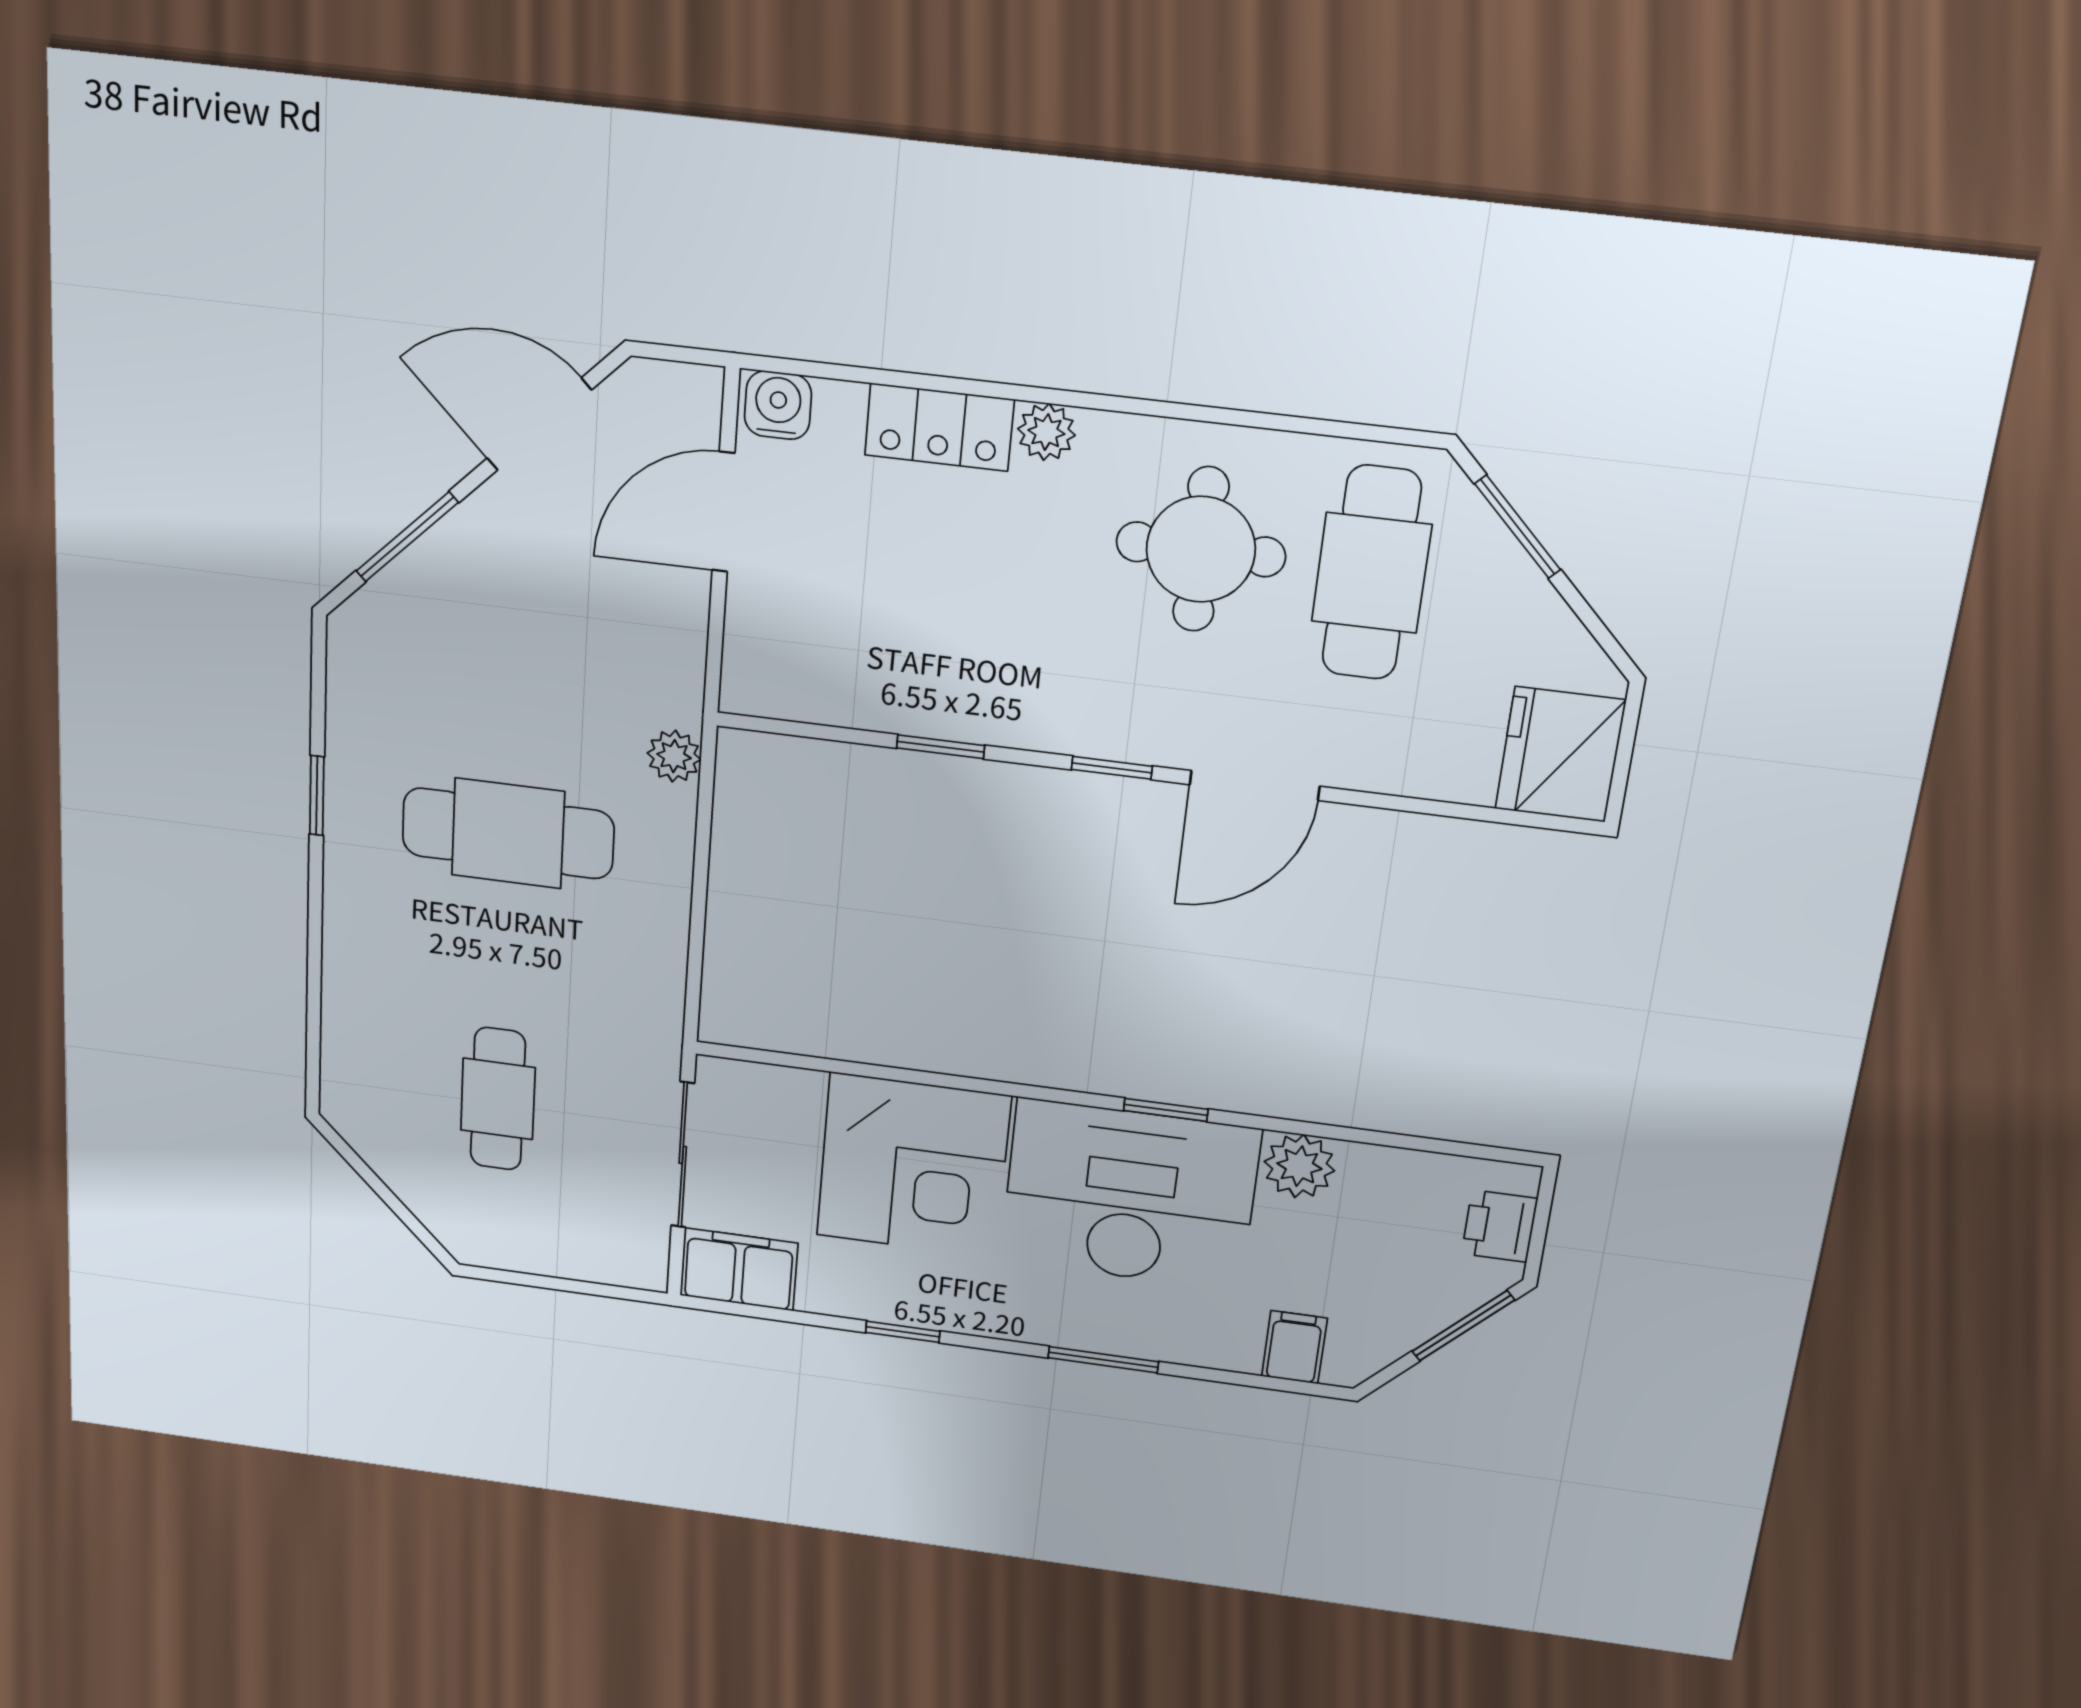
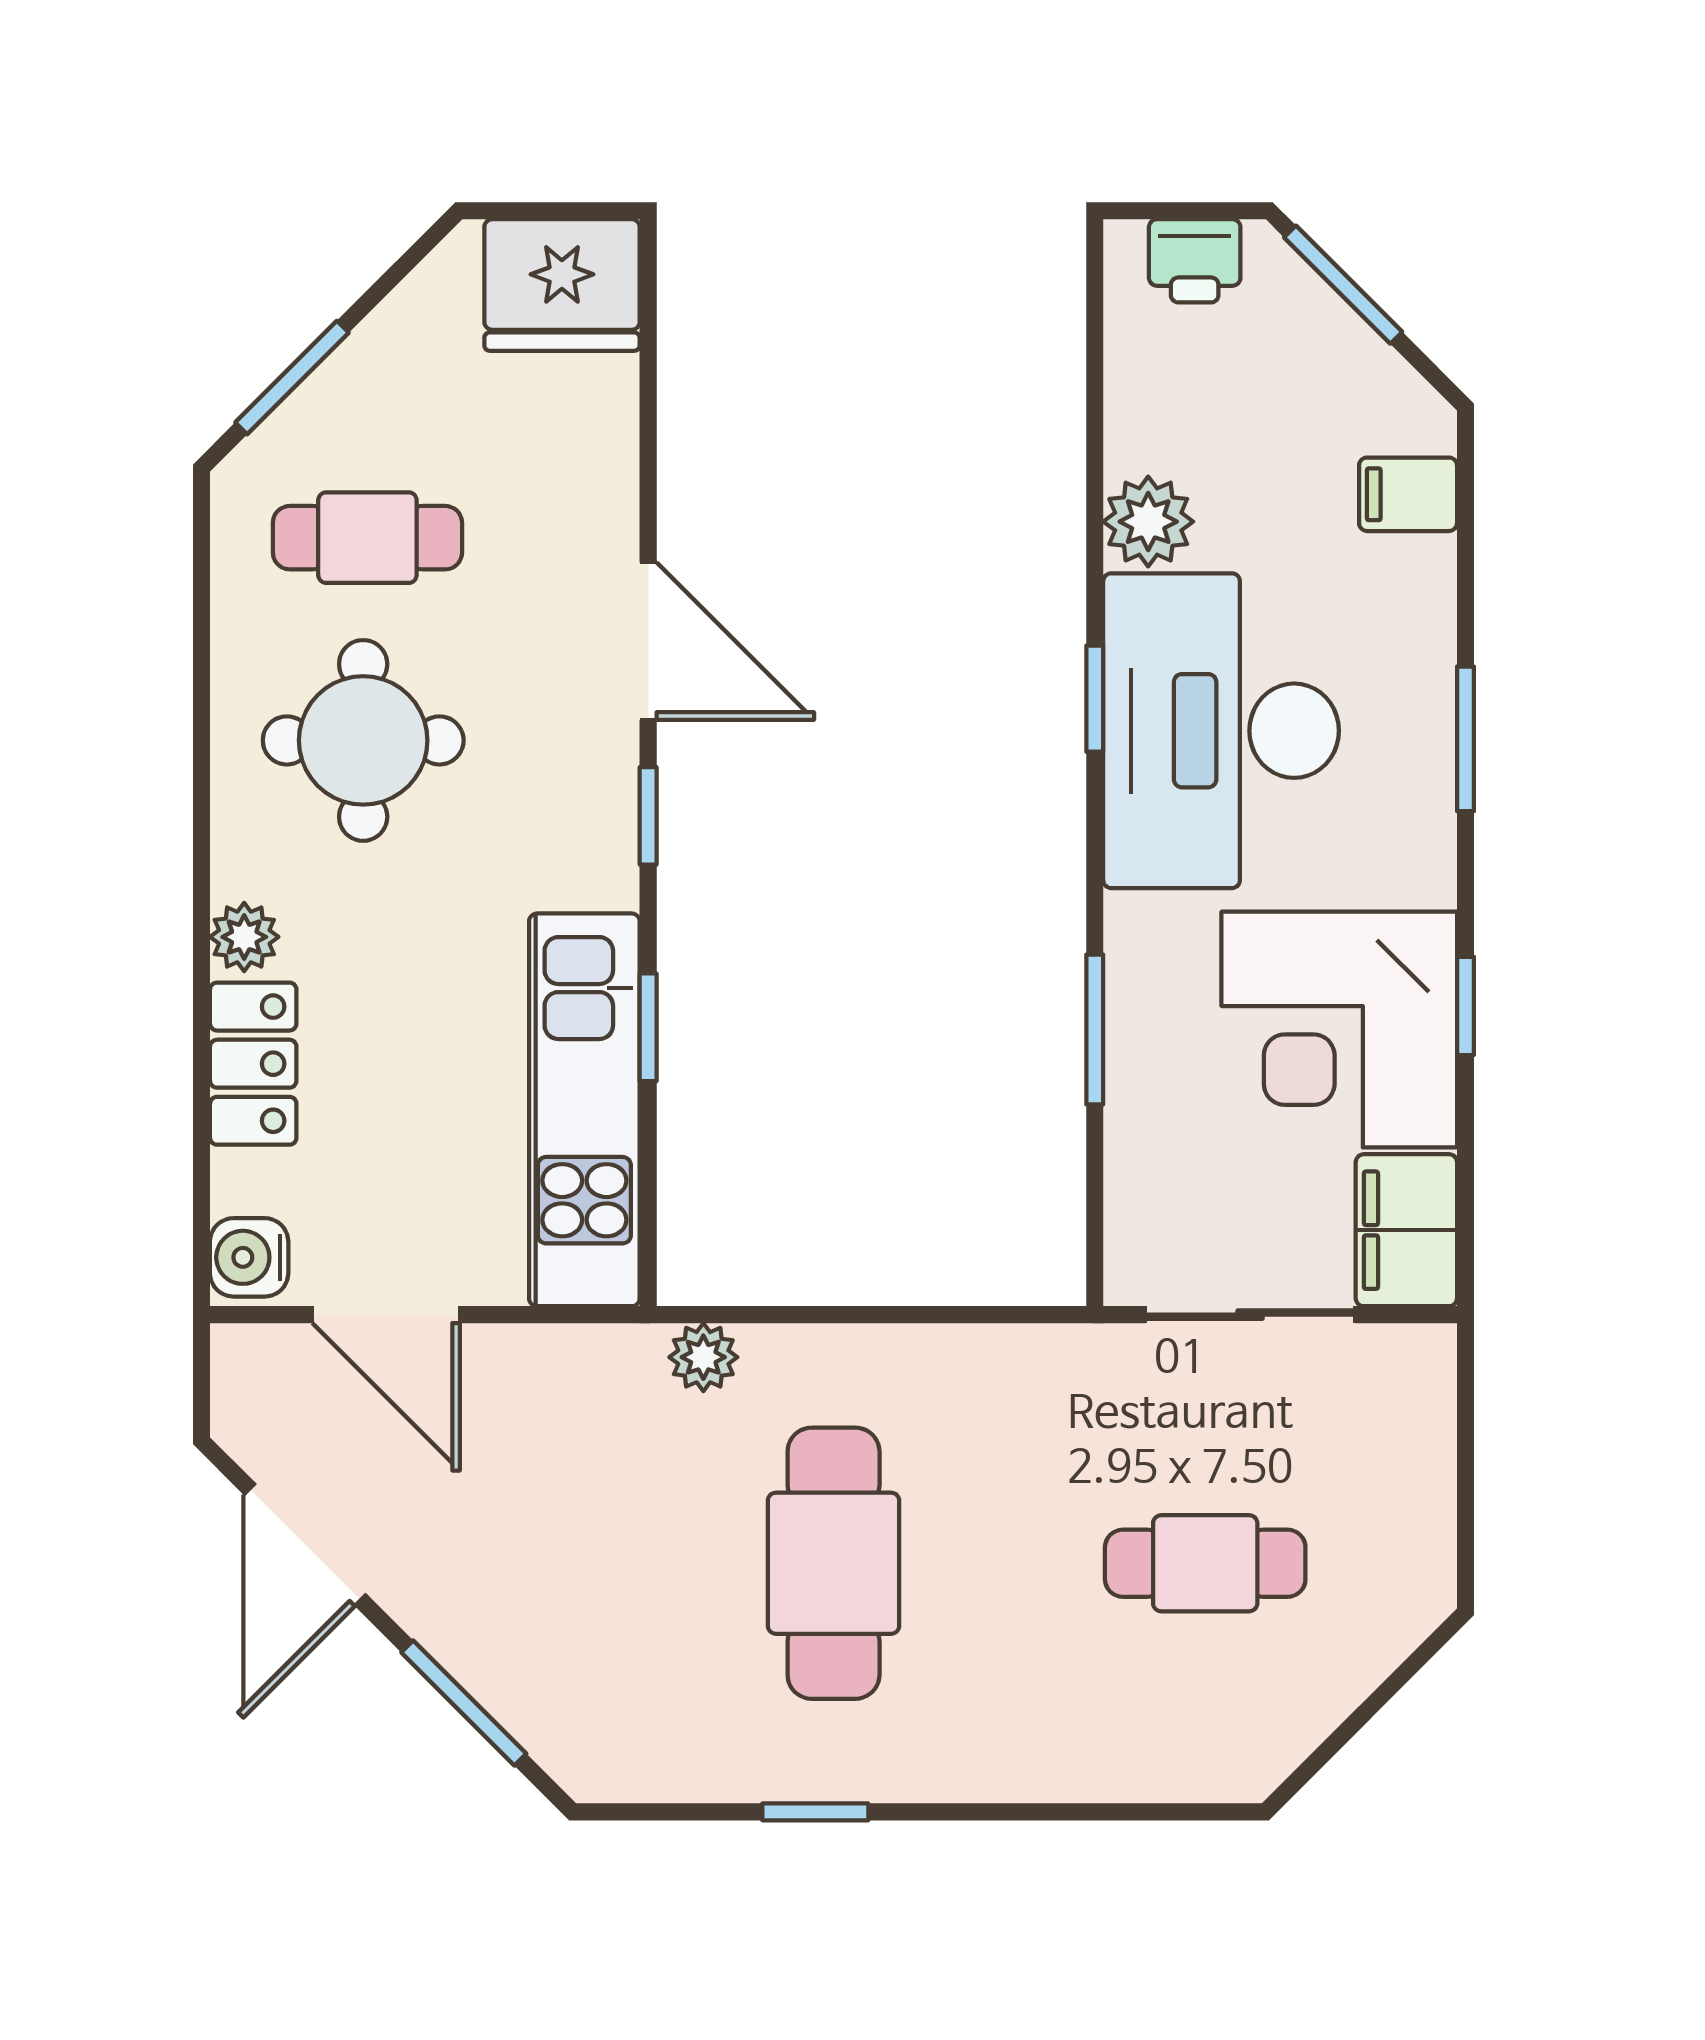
cafe table: (1371, 573) -> (367, 538), width x0.73, depth x0.74
kitchen unit: (878, 689) -> (584, 1110), added
window: (908, 1076) -> (1095, 1029), added
corner desk: (913, 1166) -> (1339, 1030), moved, turned 180

